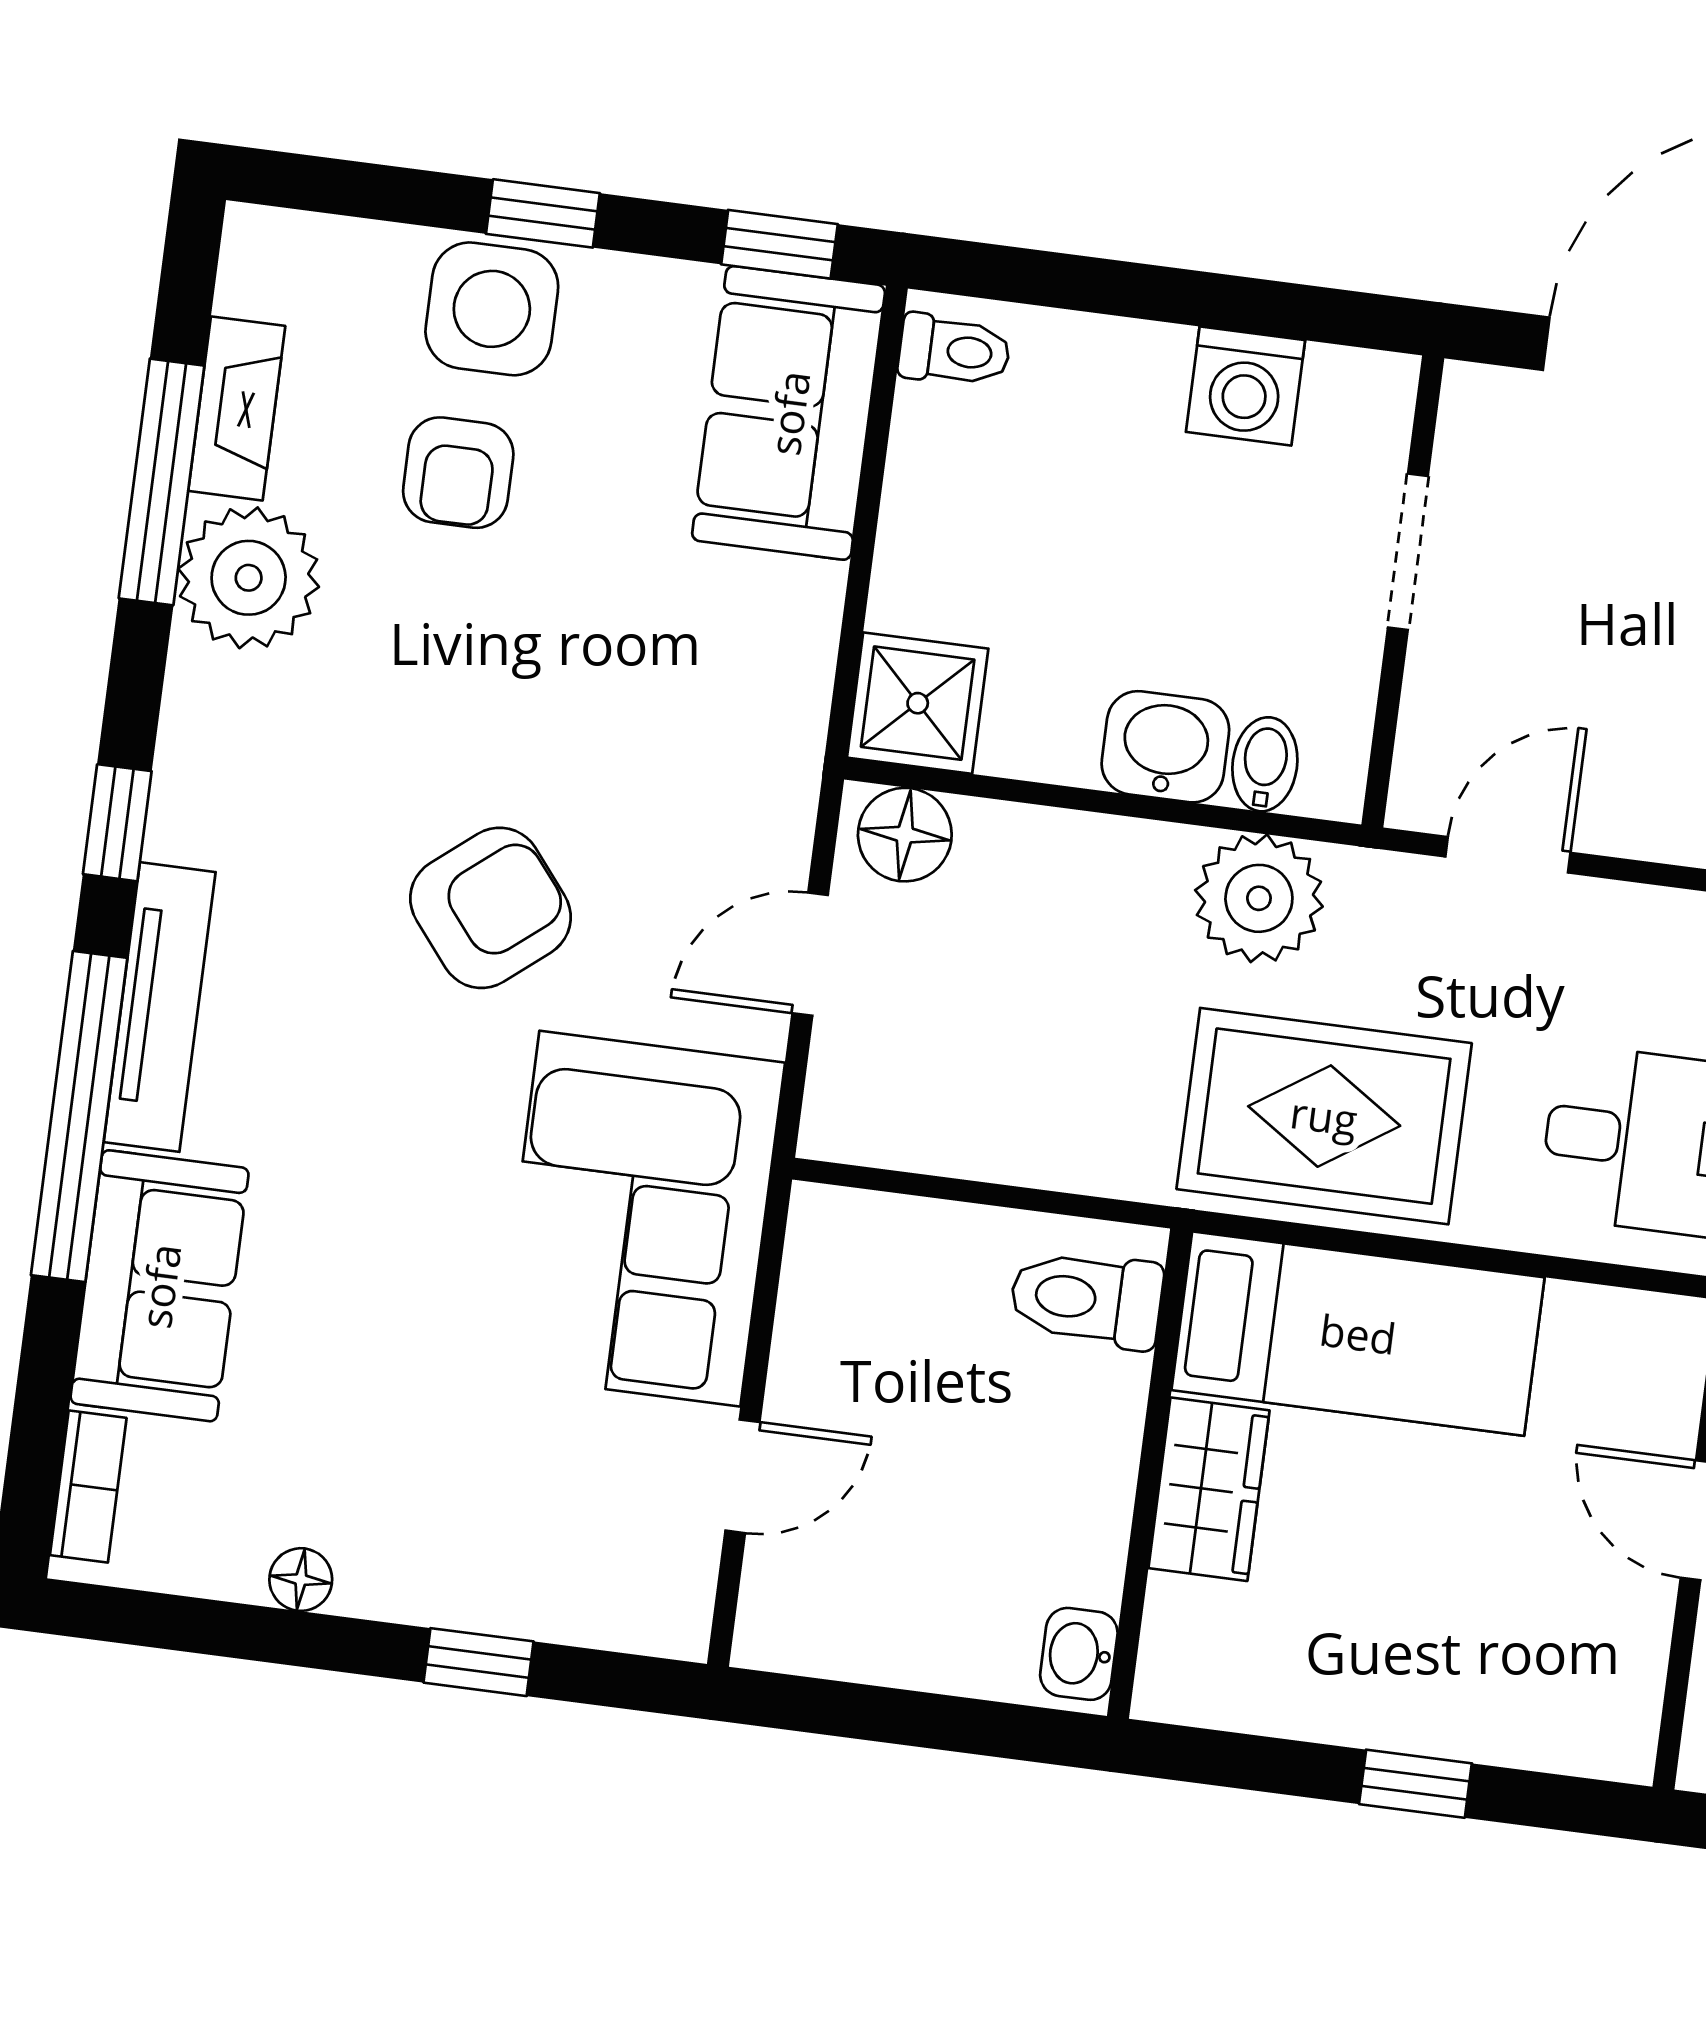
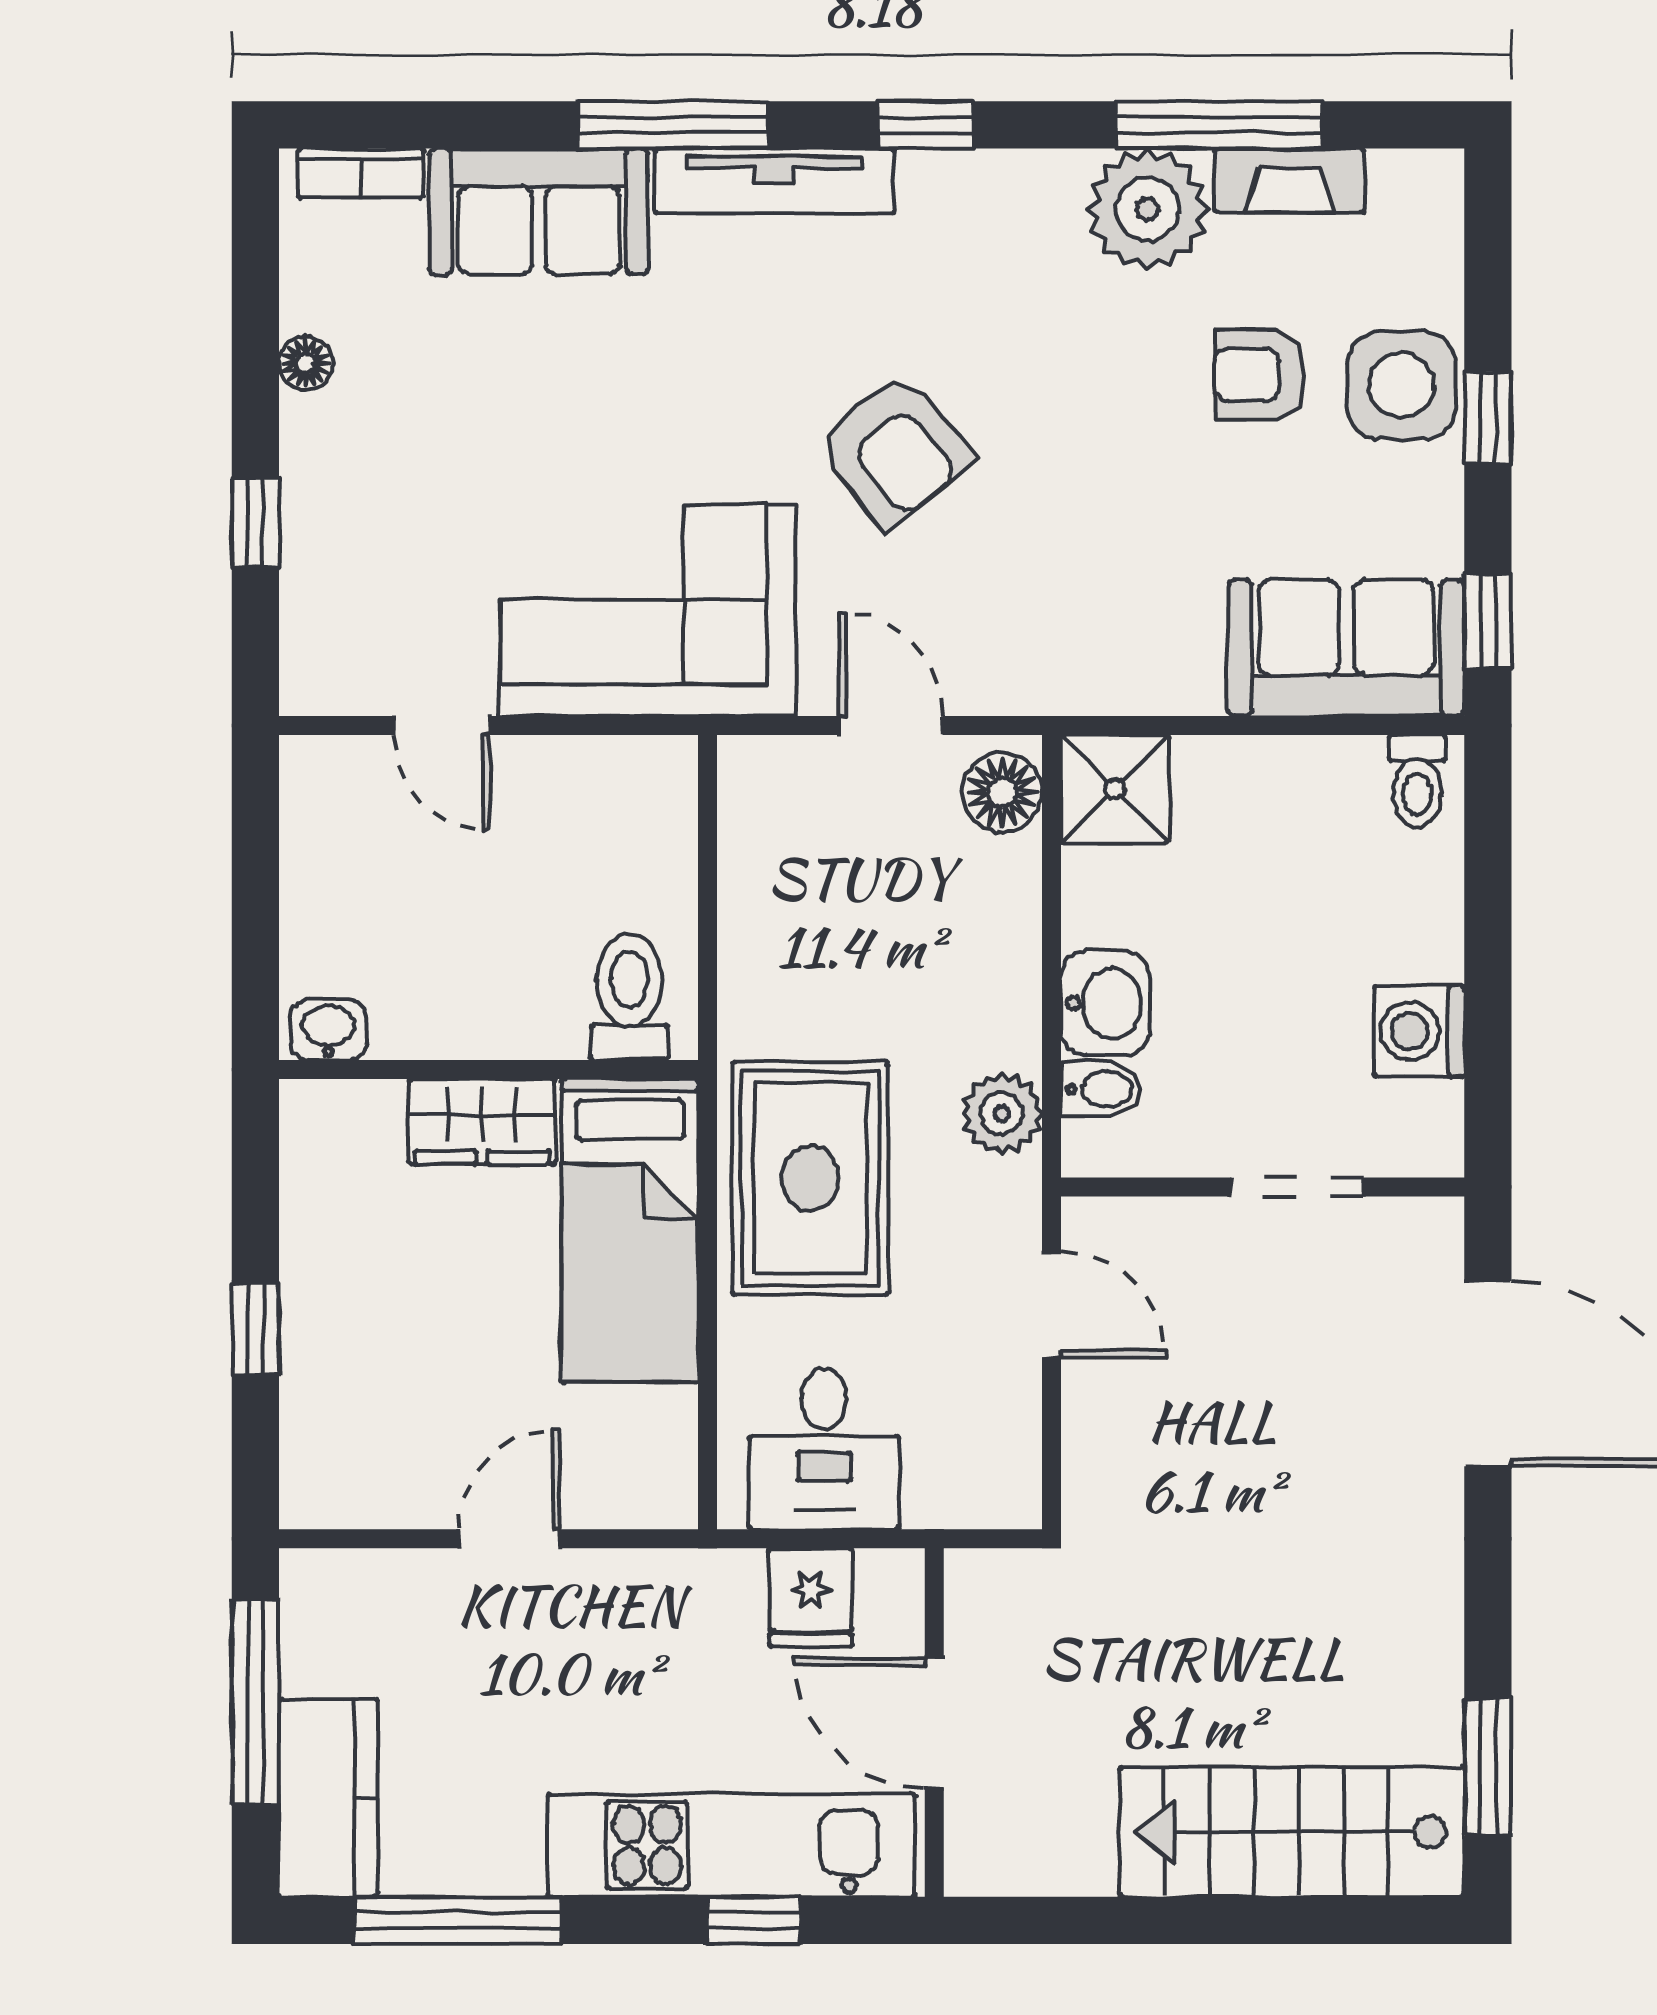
plant: (1259, 898) -> (1002, 1114), width x0.73, depth x0.73
window: (79, 1116) -> (673, 125), width x0.68

